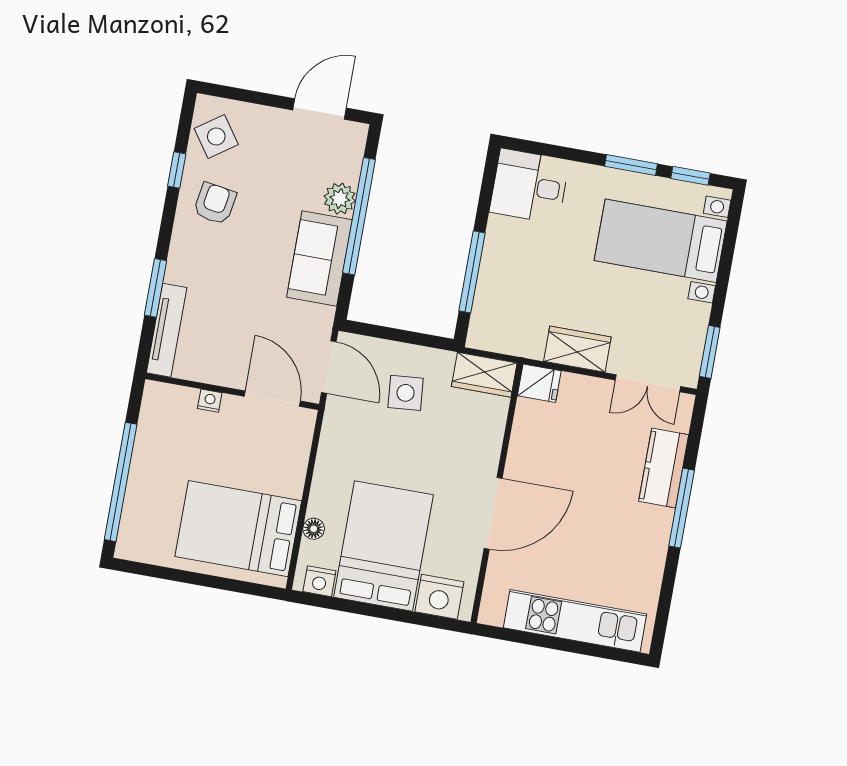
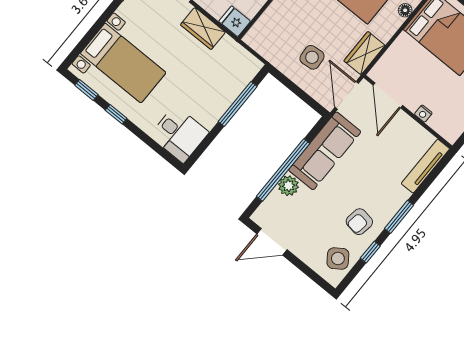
window: (631, 165) -> (116, 114), width x0.67
sofa: (319, 259) -> (325, 151), width x1.36
window: (156, 288) -> (399, 217), moved
wardrobe: (484, 375) -> (364, 53), moved, turned -90

